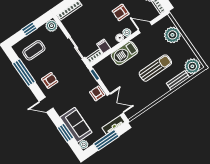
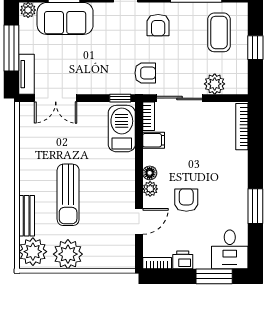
plant: (52, 26) -> (215, 84), moved
plant: (172, 35) -> (68, 254), moved
barbecue: (125, 53) -> (122, 129), moved
armchair: (97, 93) -> (145, 73), moved

